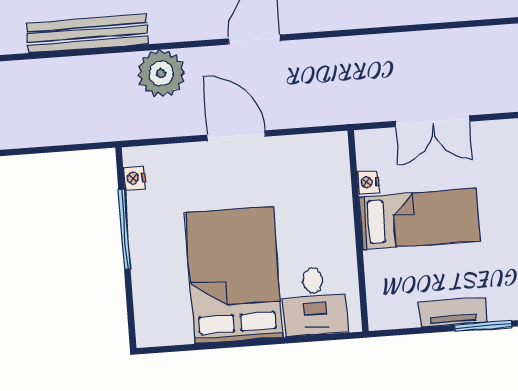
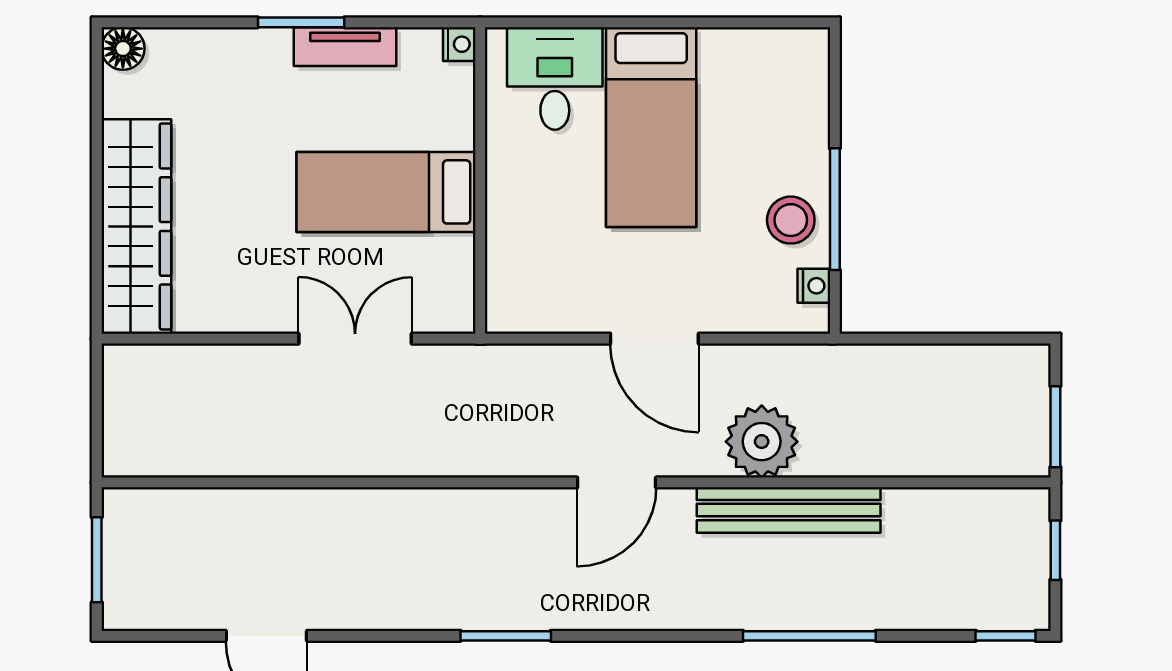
bench: (87, 34) -> (789, 510), moved
nightstand: (368, 182) -> (459, 44), moved
stool: (153, 220) -> (791, 220), added
bed: (234, 275) -> (651, 127), width x0.67

